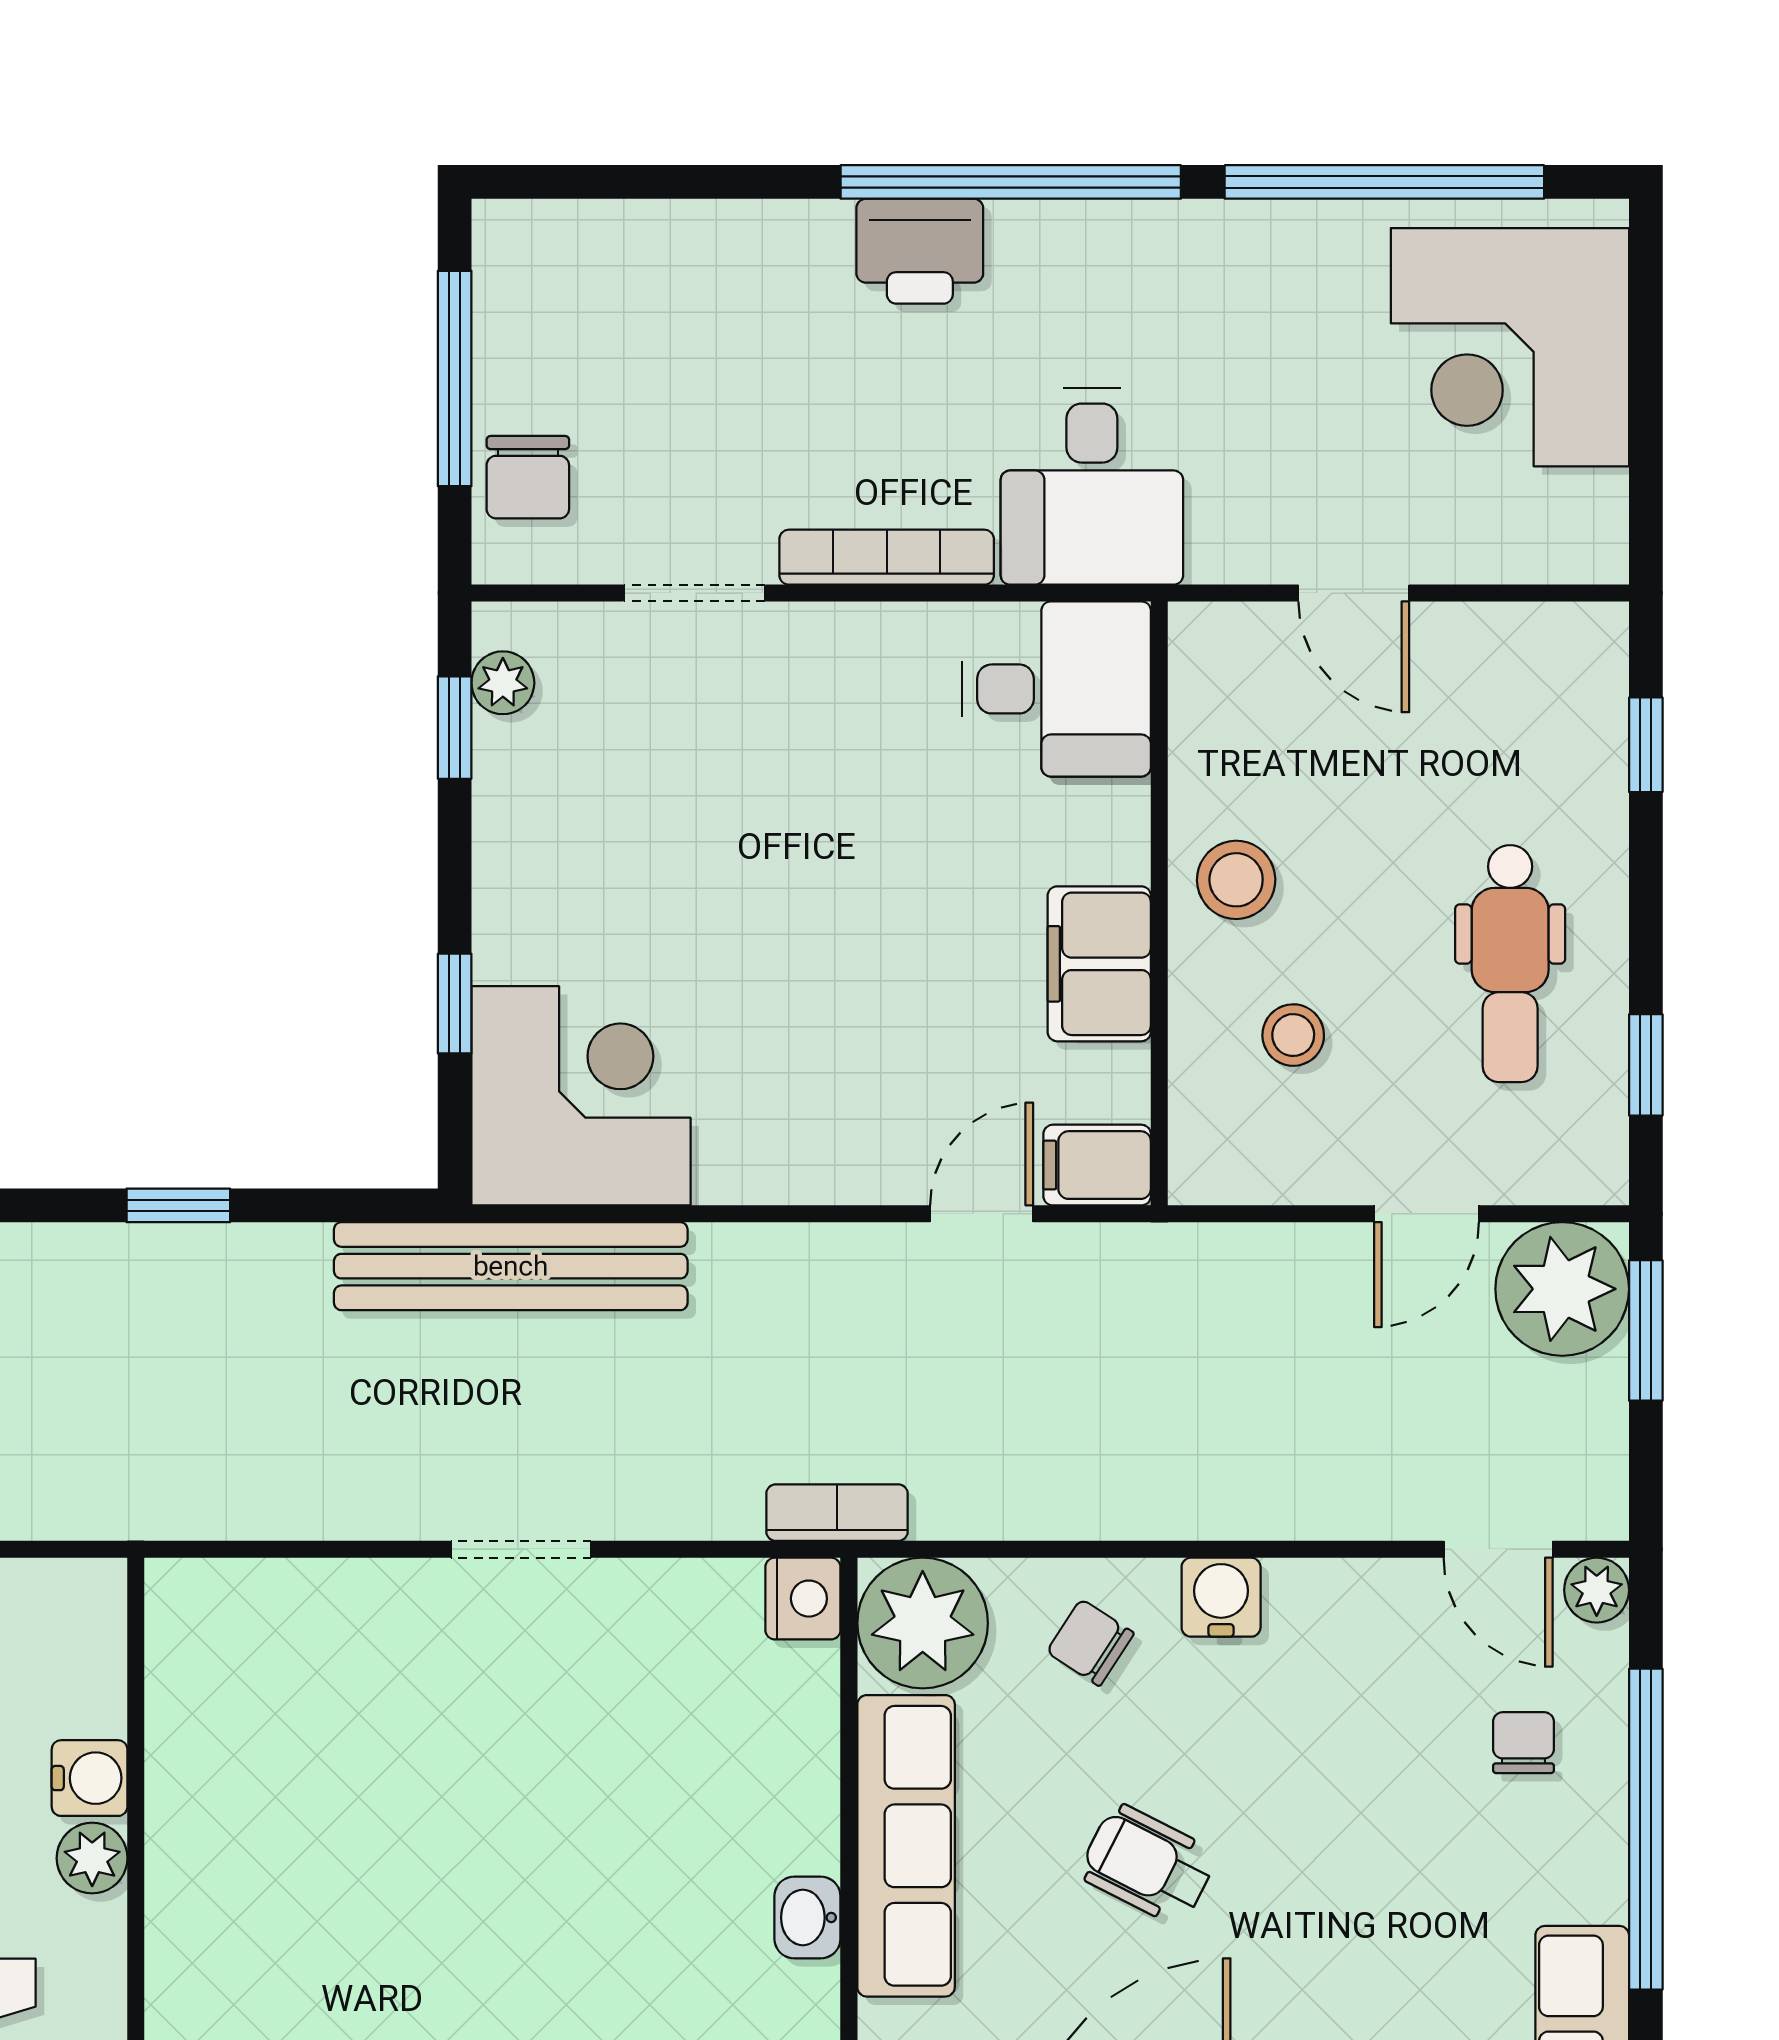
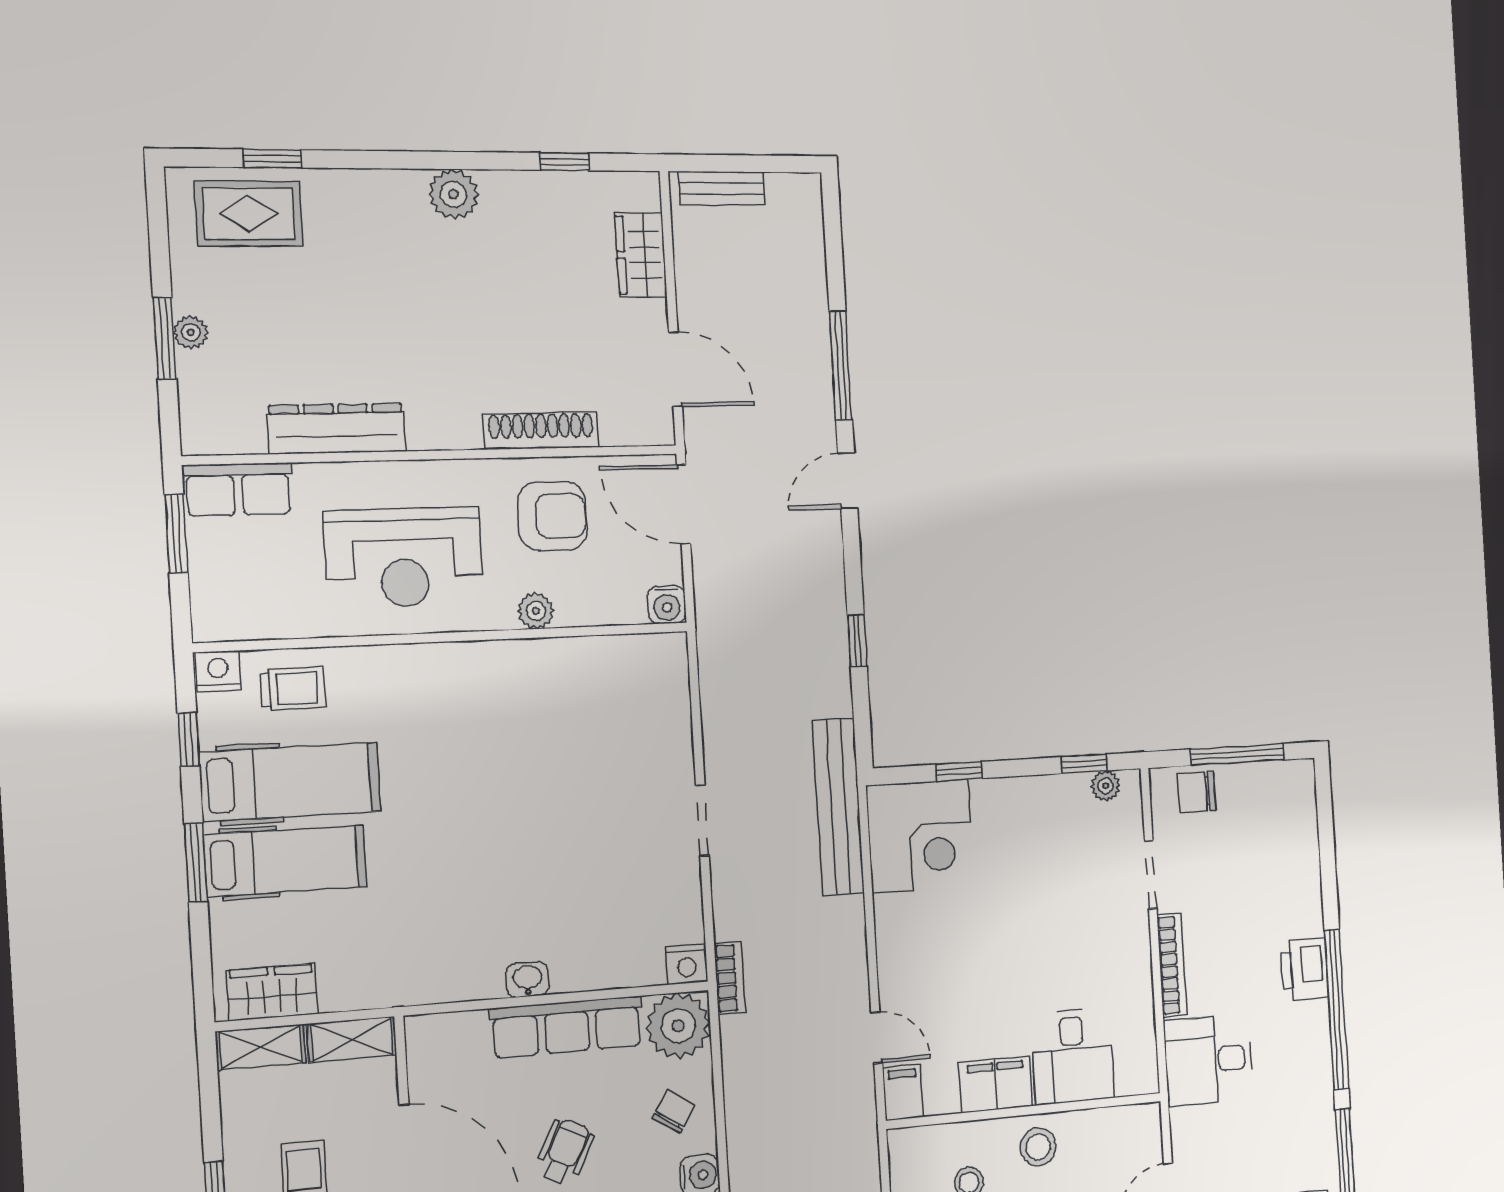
desk: (1056, 689) -> (1073, 1056), moved
water cooler: (90, 1778) -> (667, 604), moved

